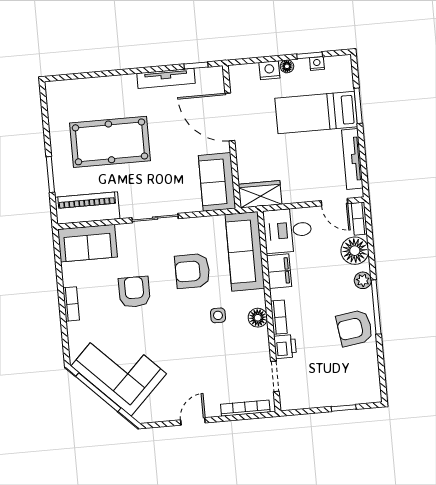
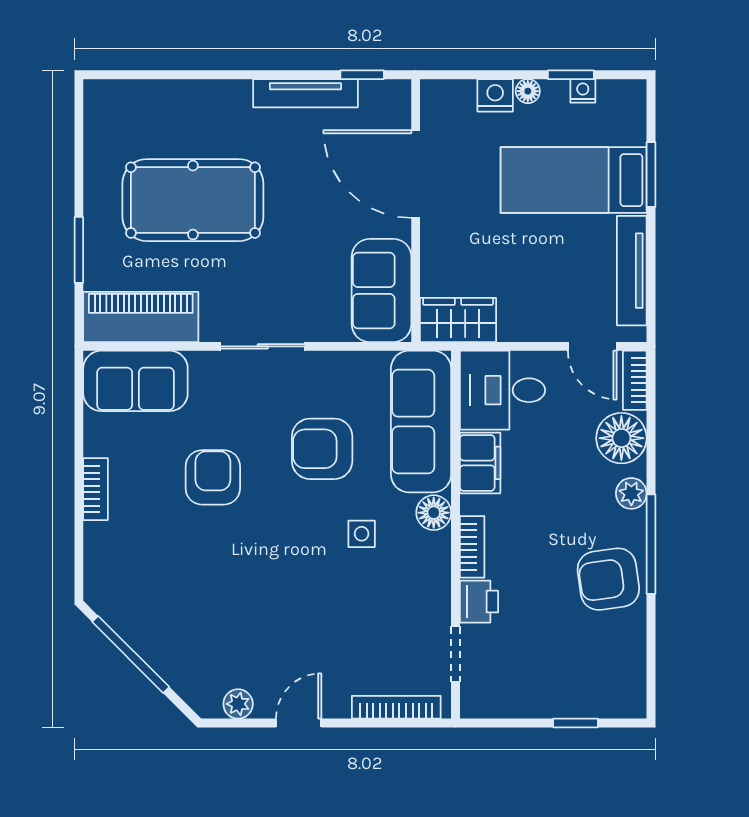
floor lamp: (258, 318) -> (434, 513), moved
corner sofa: (119, 370) -> (172, 617), removed
plant: (159, 414) -> (238, 704), added

